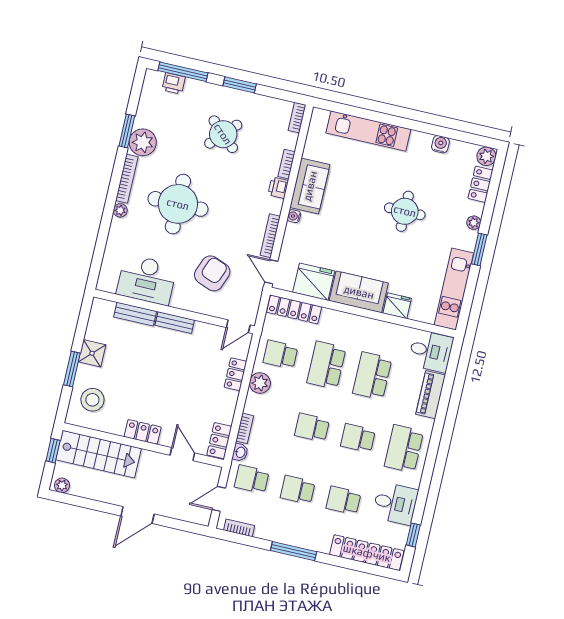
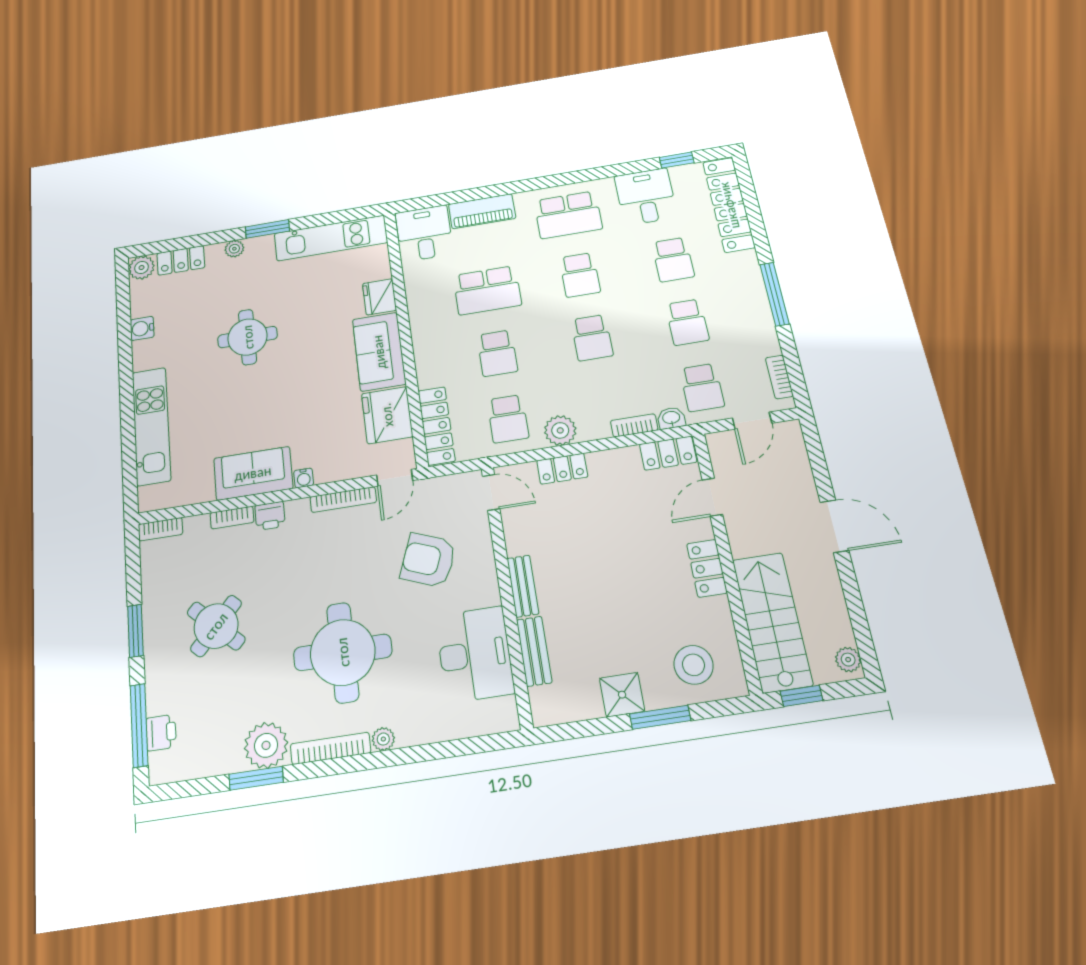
school desk: (326, 365) -> (497, 353), width x0.54
door: (219, 499) -> (752, 421), hinge flipped

